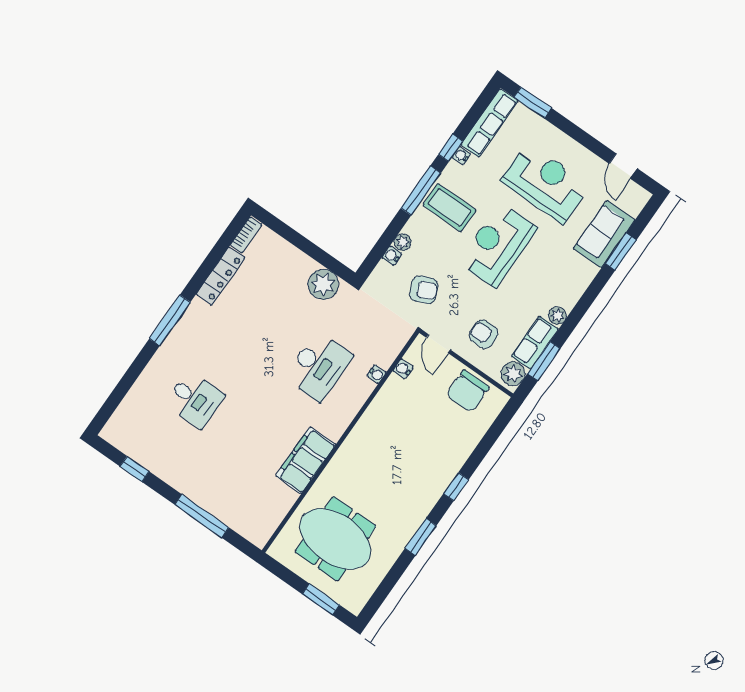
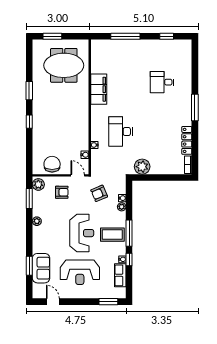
row of seats: (489, 123) -> (120, 275), width x0.68
row of seats: (535, 343) -> (38, 204), removed

